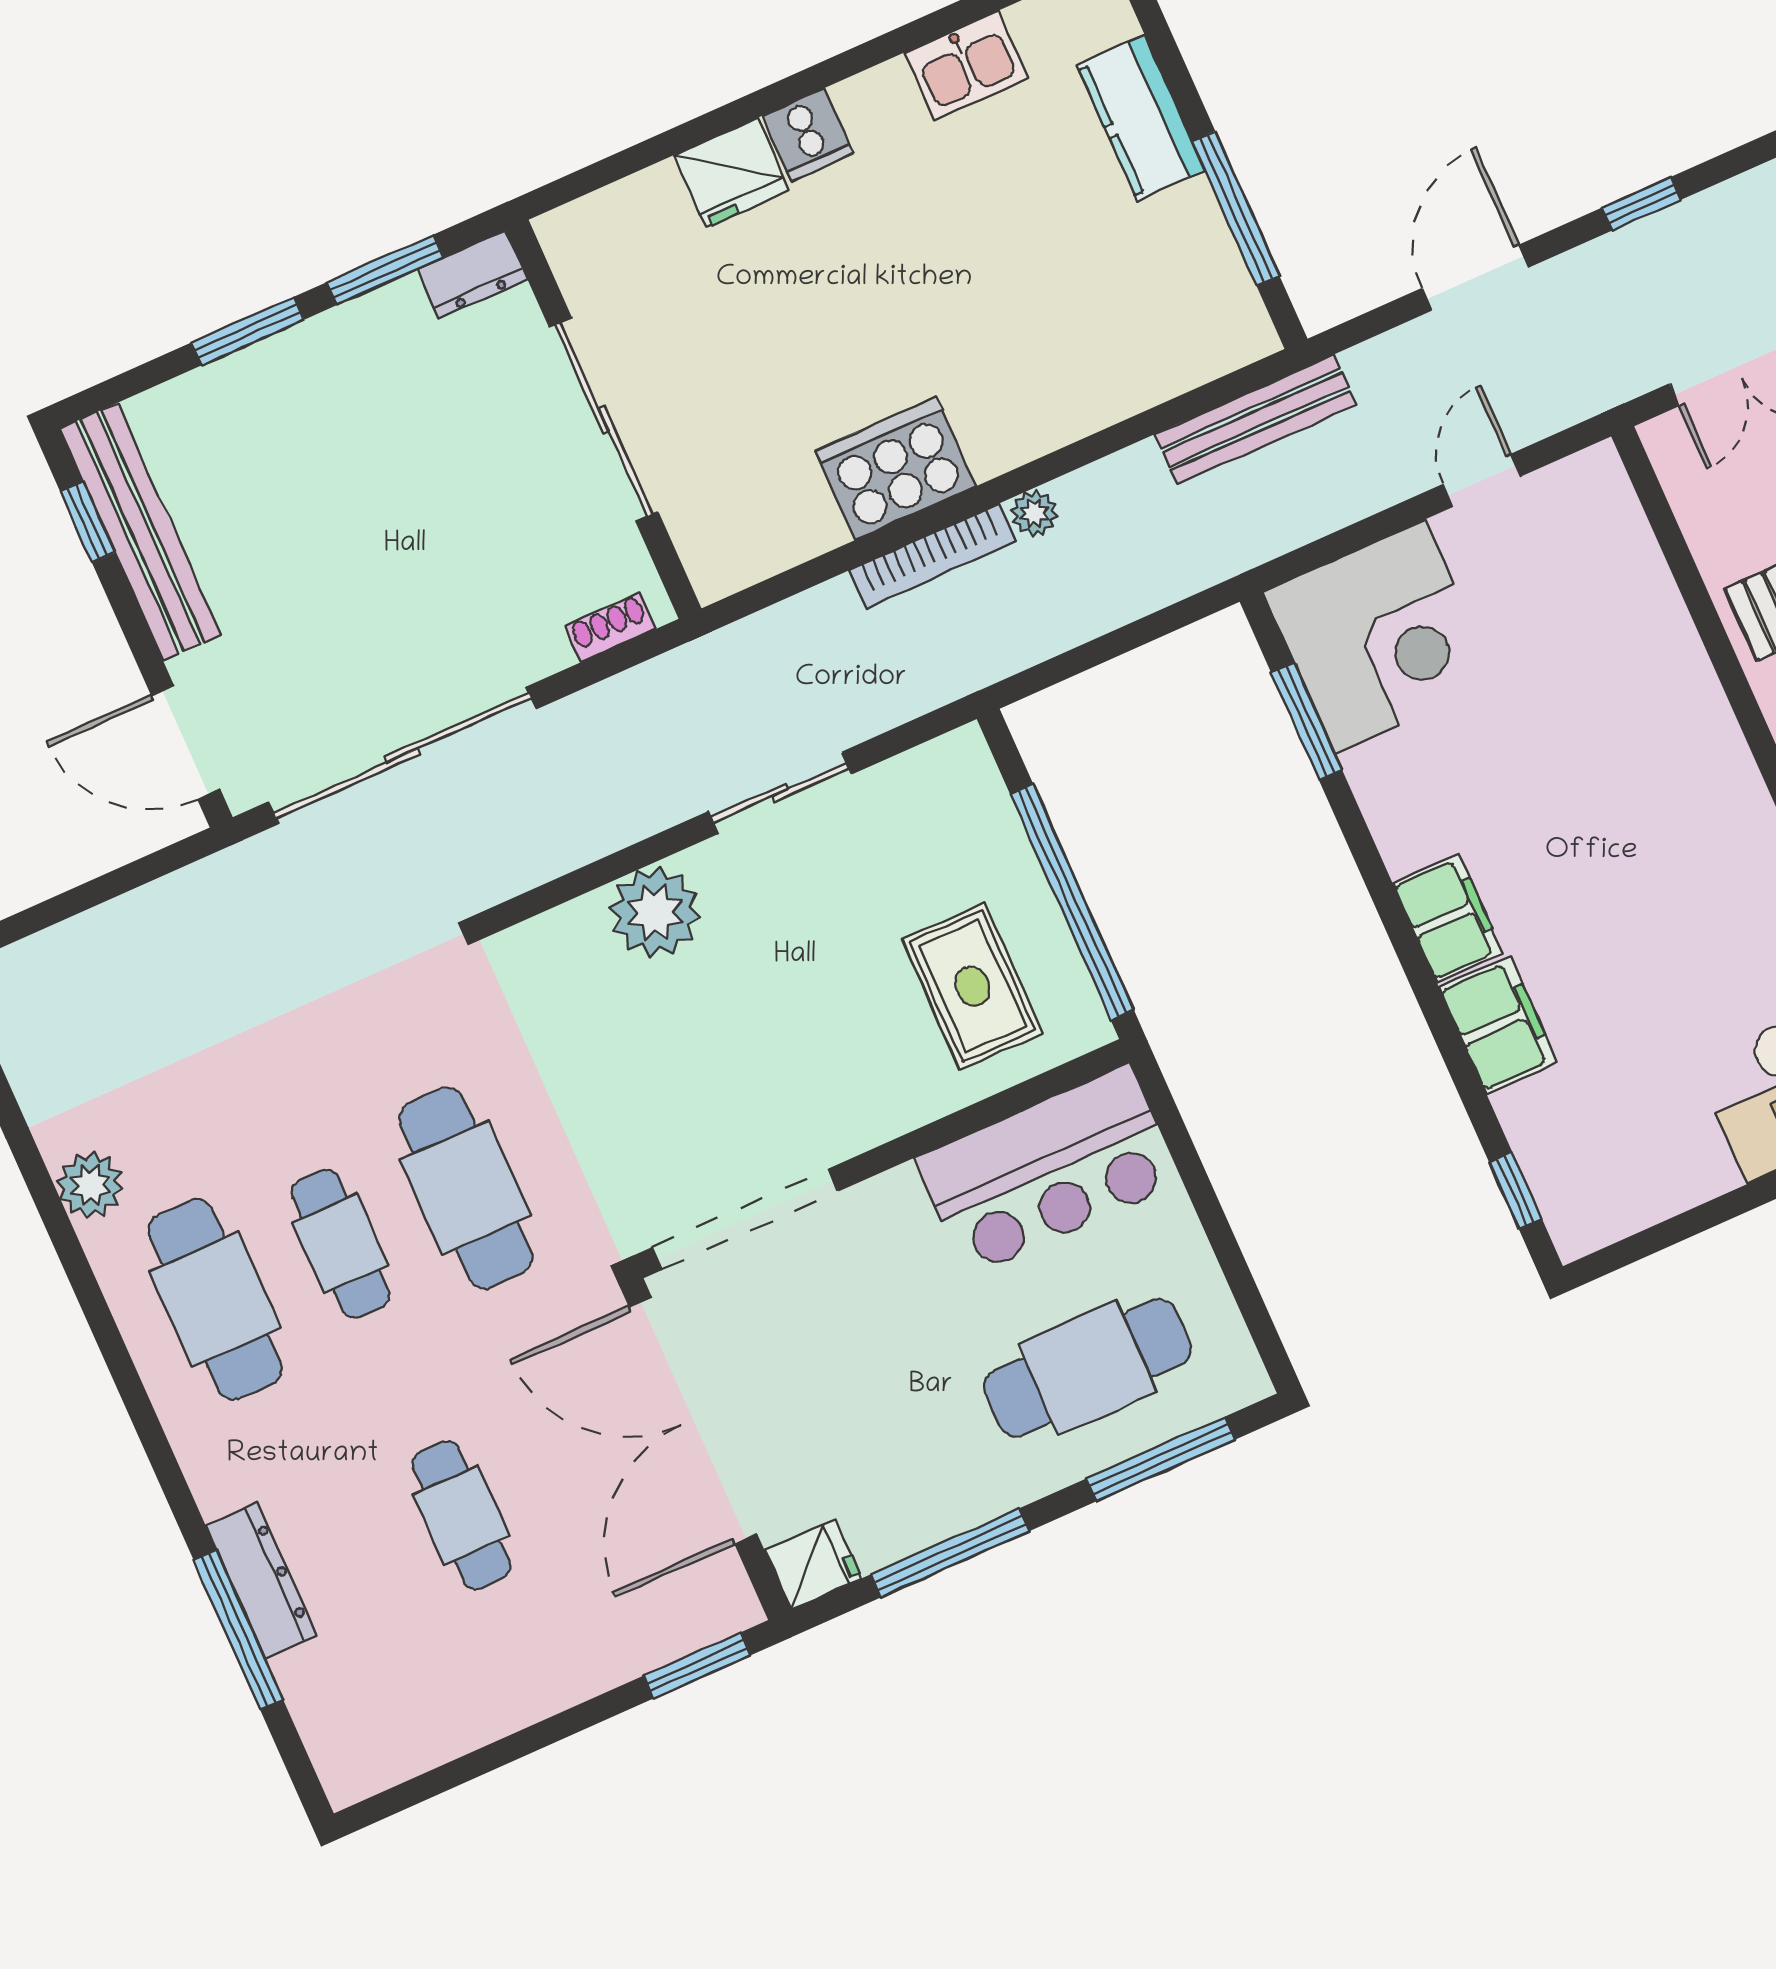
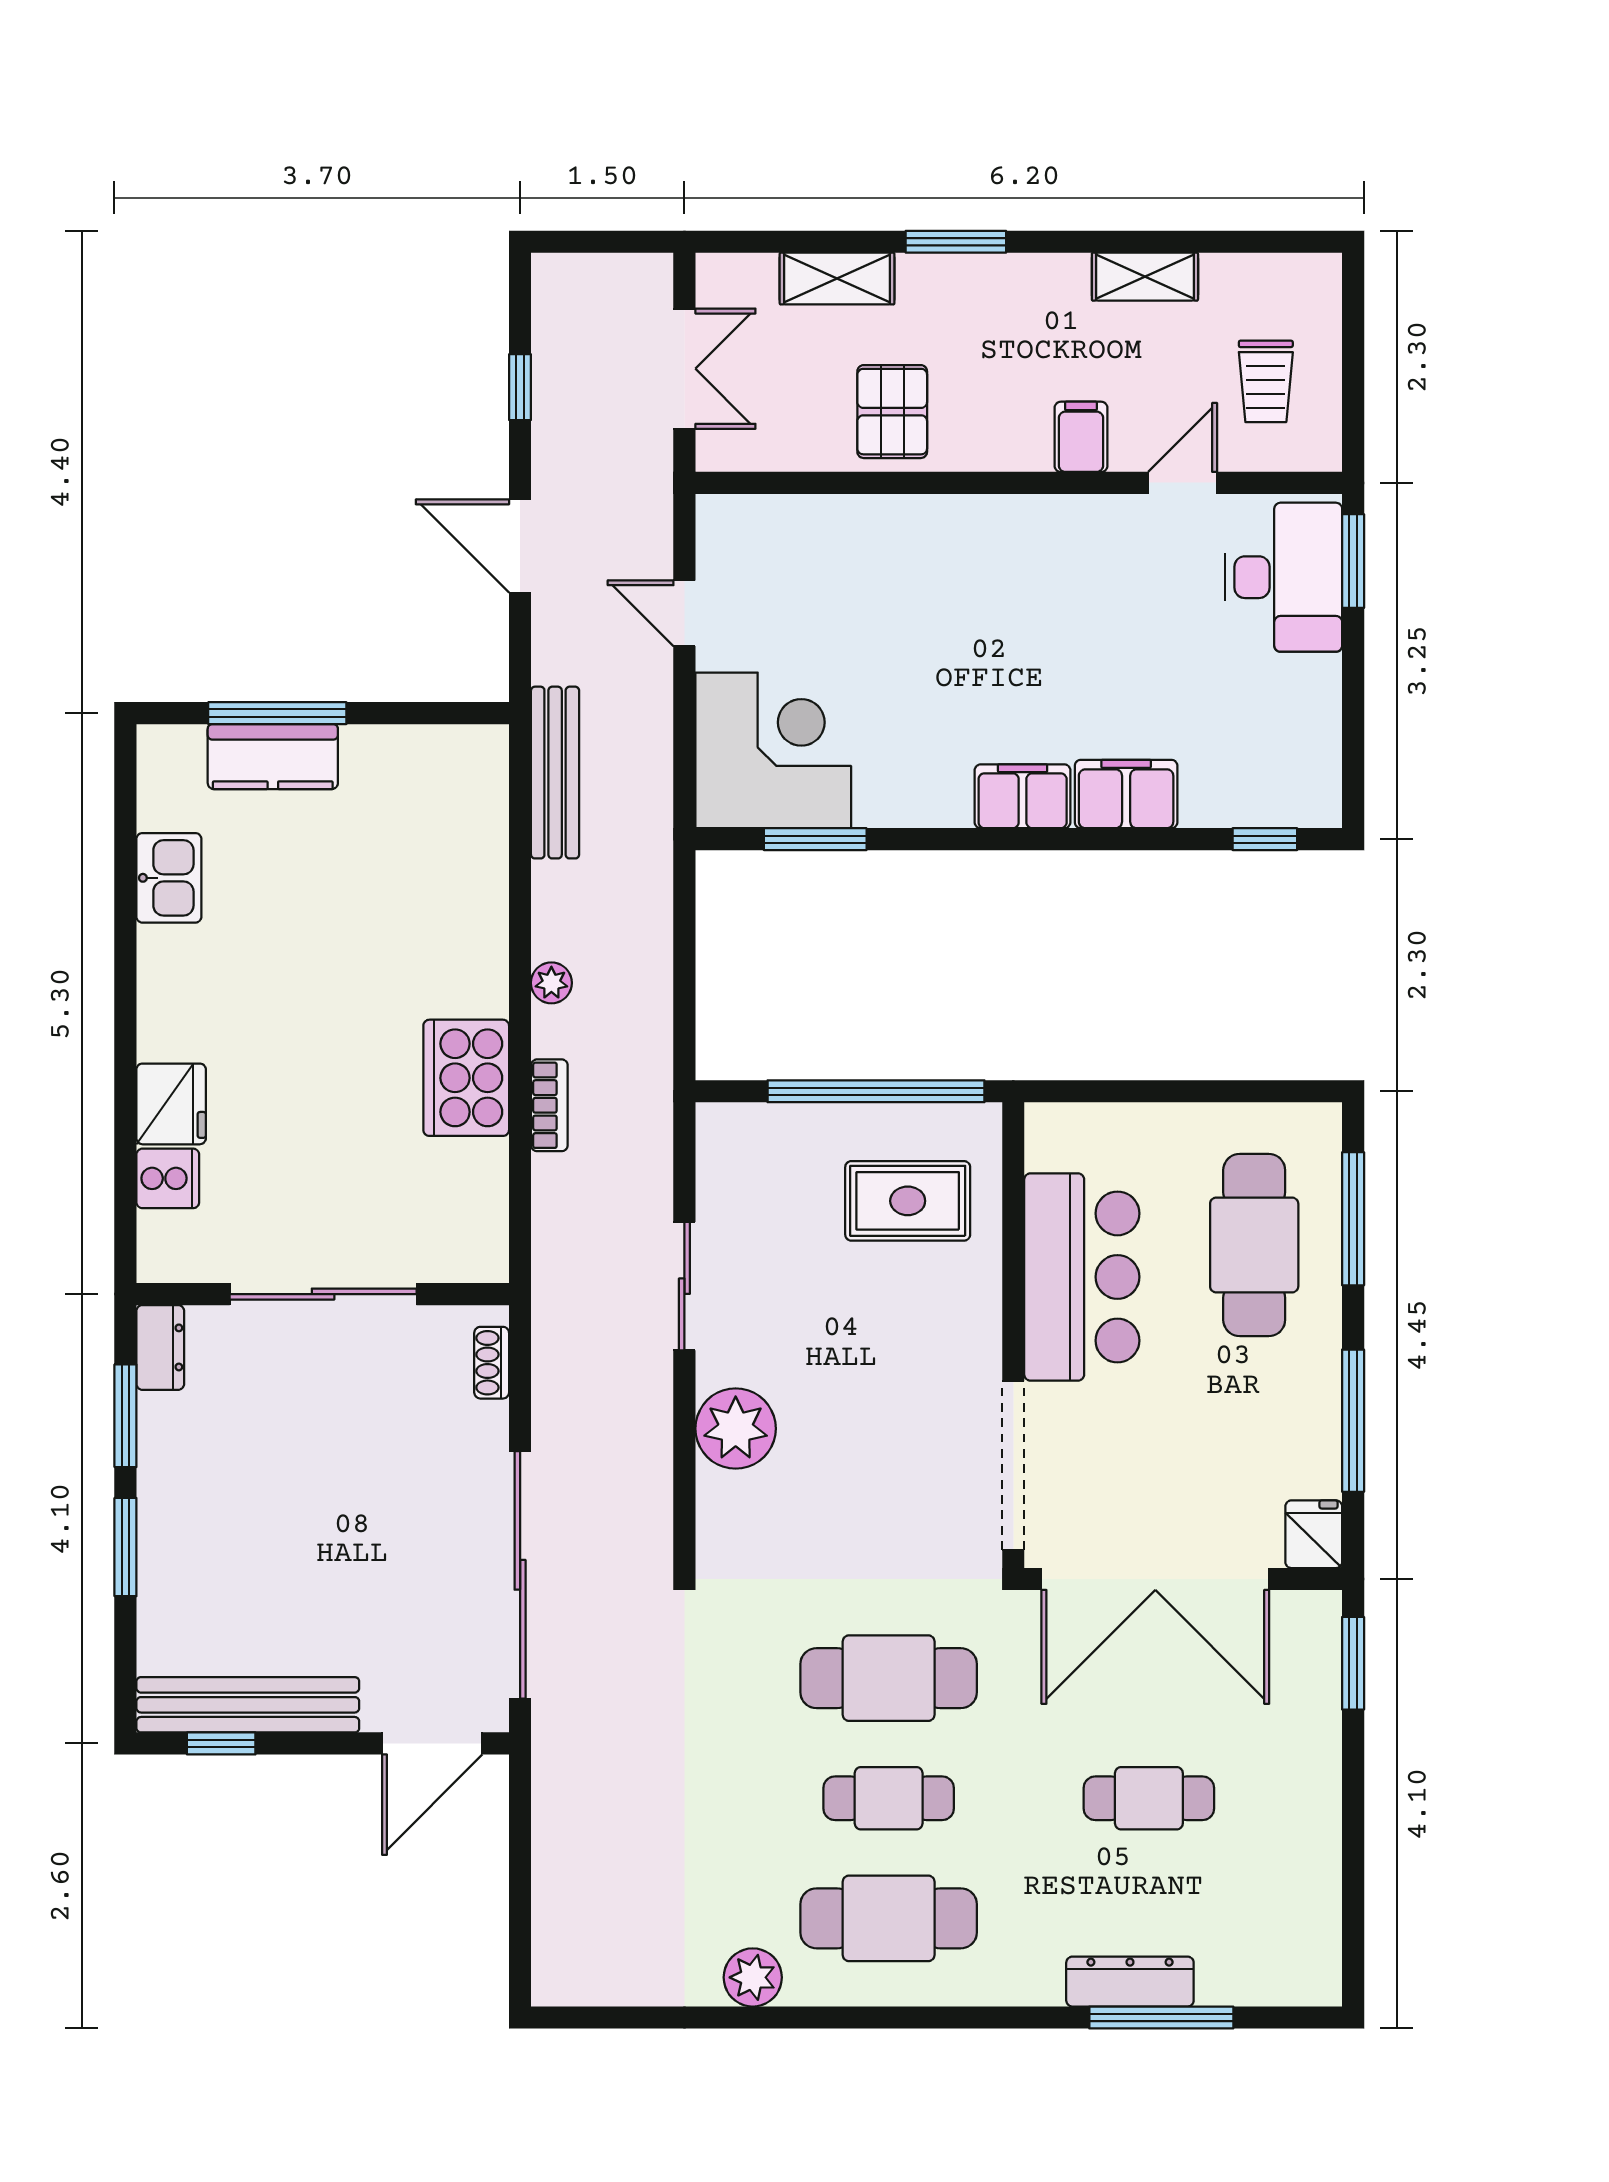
cooker: (808, 135) -> (168, 1178), moved
window: (1236, 208) -> (277, 713), moved
bookcase: (933, 556) -> (549, 1105), width x0.64
bar counter: (1048, 1170) -> (1082, 1277), moved

